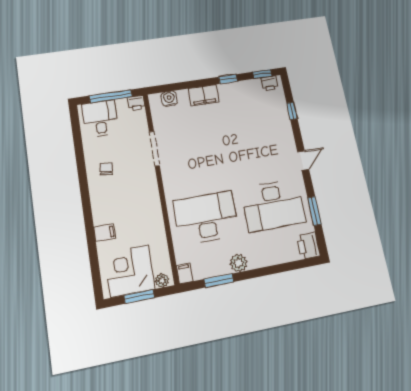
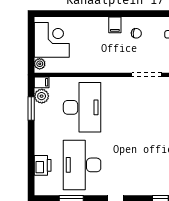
filing cabinet: (105, 233) -> (115, 25), moved
printer: (309, 246) -> (43, 165), moved, turned 90
plant: (239, 263) -> (42, 96), moved
window: (139, 297) -> (31, 44), removed

